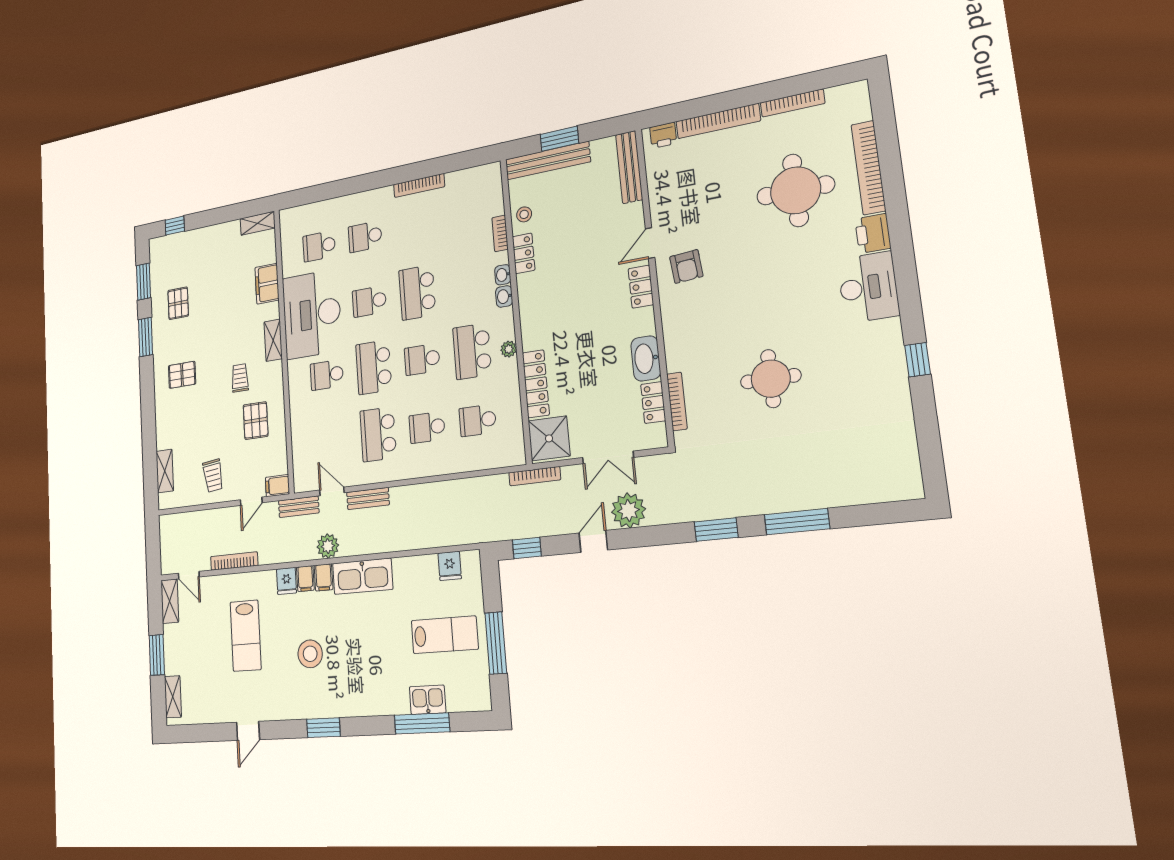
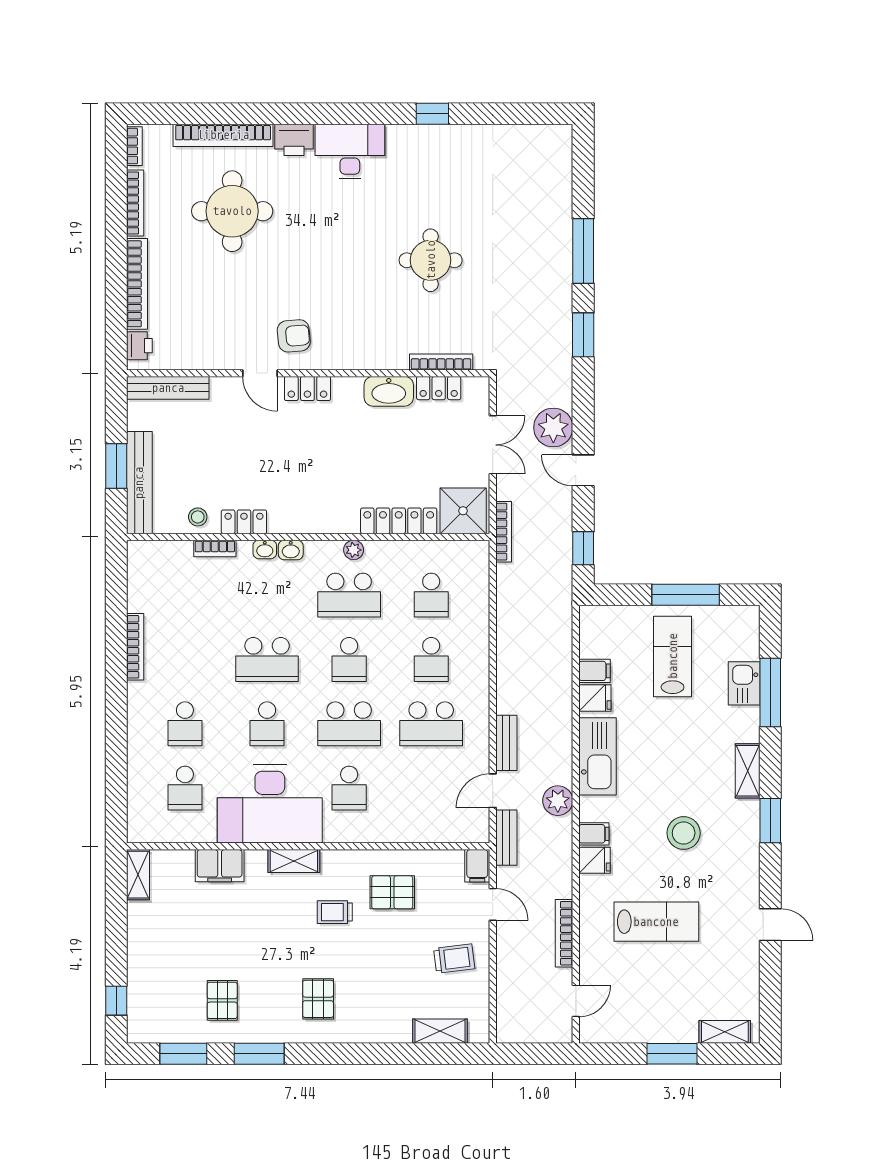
bookcase: (847, 90) -> (134, 146), added
pallet: (178, 303) -> (222, 1000), turned 90
fridge: (450, 566) -> (595, 698), moved
filing cabinet: (324, 577) -> (595, 671), moved
shelving: (170, 601) -> (748, 771), moved, turned 90

